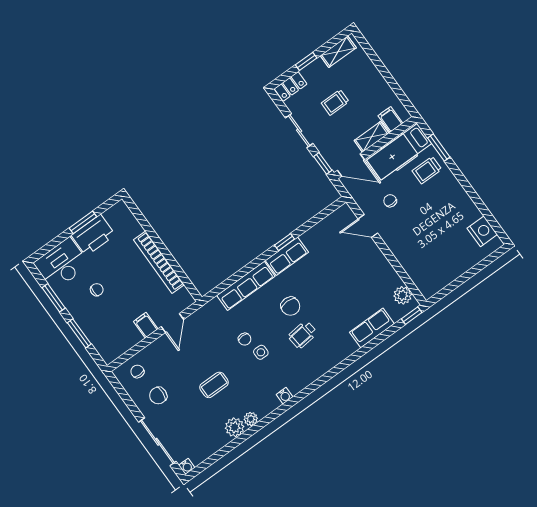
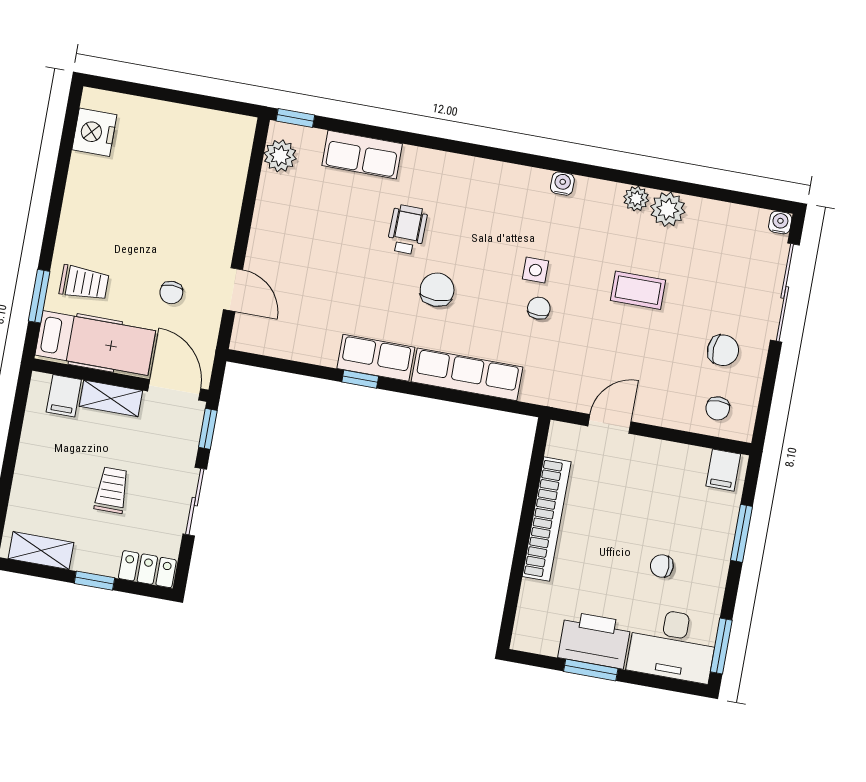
trolley: (335, 102) -> (112, 490), turned -90
window: (54, 298) -> (721, 646), moved
filing cabinet: (146, 325) -> (723, 470), moved
wheelchair: (303, 335) -> (407, 230), moved, turned -83

